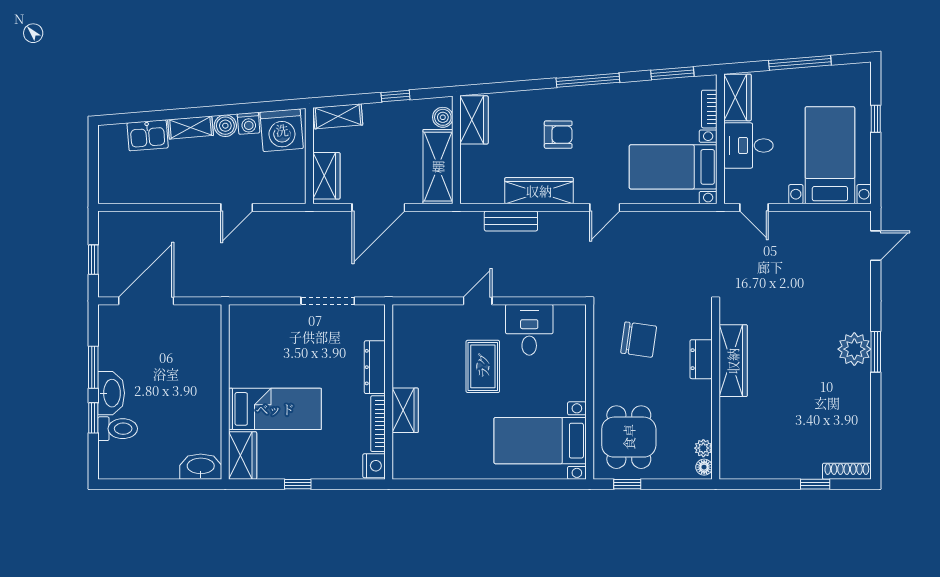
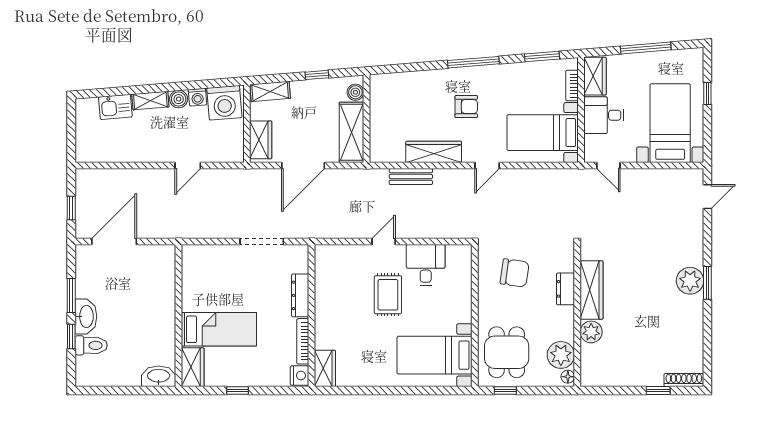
wardrobe: (474, 120) -> (381, 94), removed
armchair: (558, 135) -> (466, 107), moved
wardrobe: (405, 410) -> (325, 368), moved
plant: (733, 412) -> (591, 332), added
plant: (703, 448) -> (561, 355), width x1.88, depth x1.88

